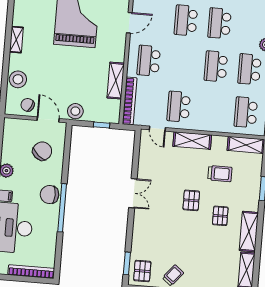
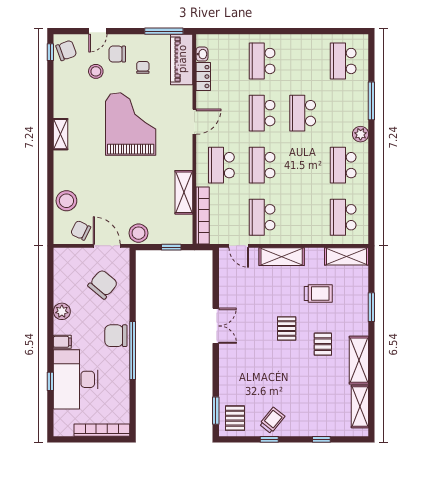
shelving: (16, 40) -> (61, 134), moved
school desk: (216, 66) -> (262, 165), moved

